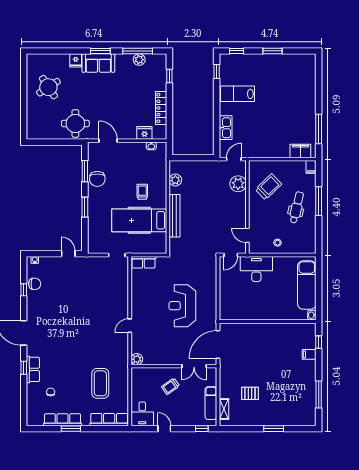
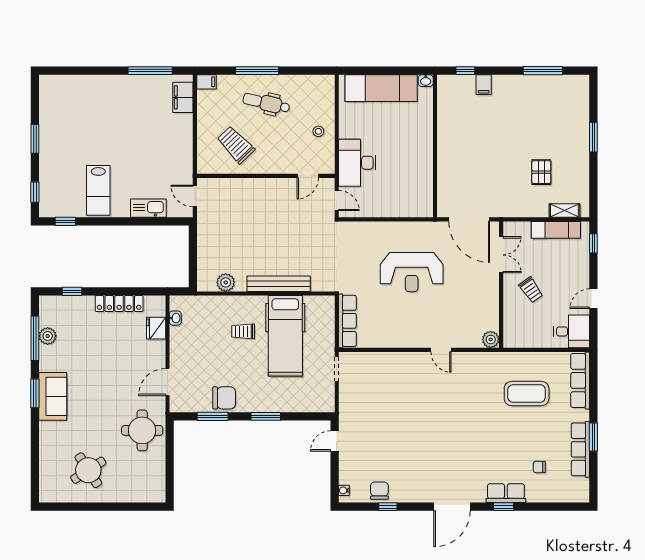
fridge: (76, 60) -> (49, 430), removed
plant: (238, 184) -> (231, 190), removed
row of seats: (143, 262) -> (347, 321), width x1.48

